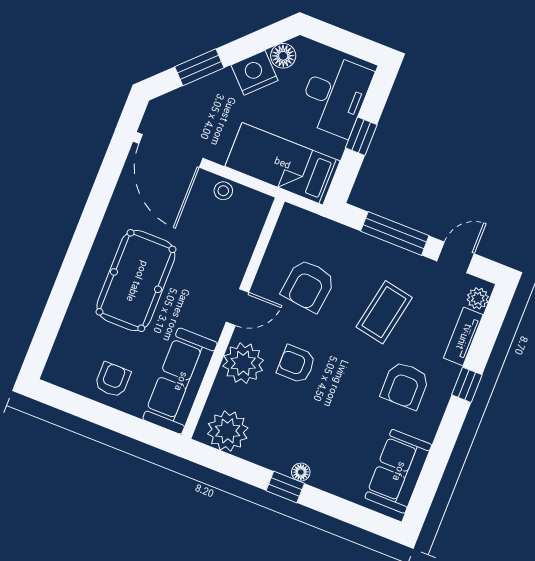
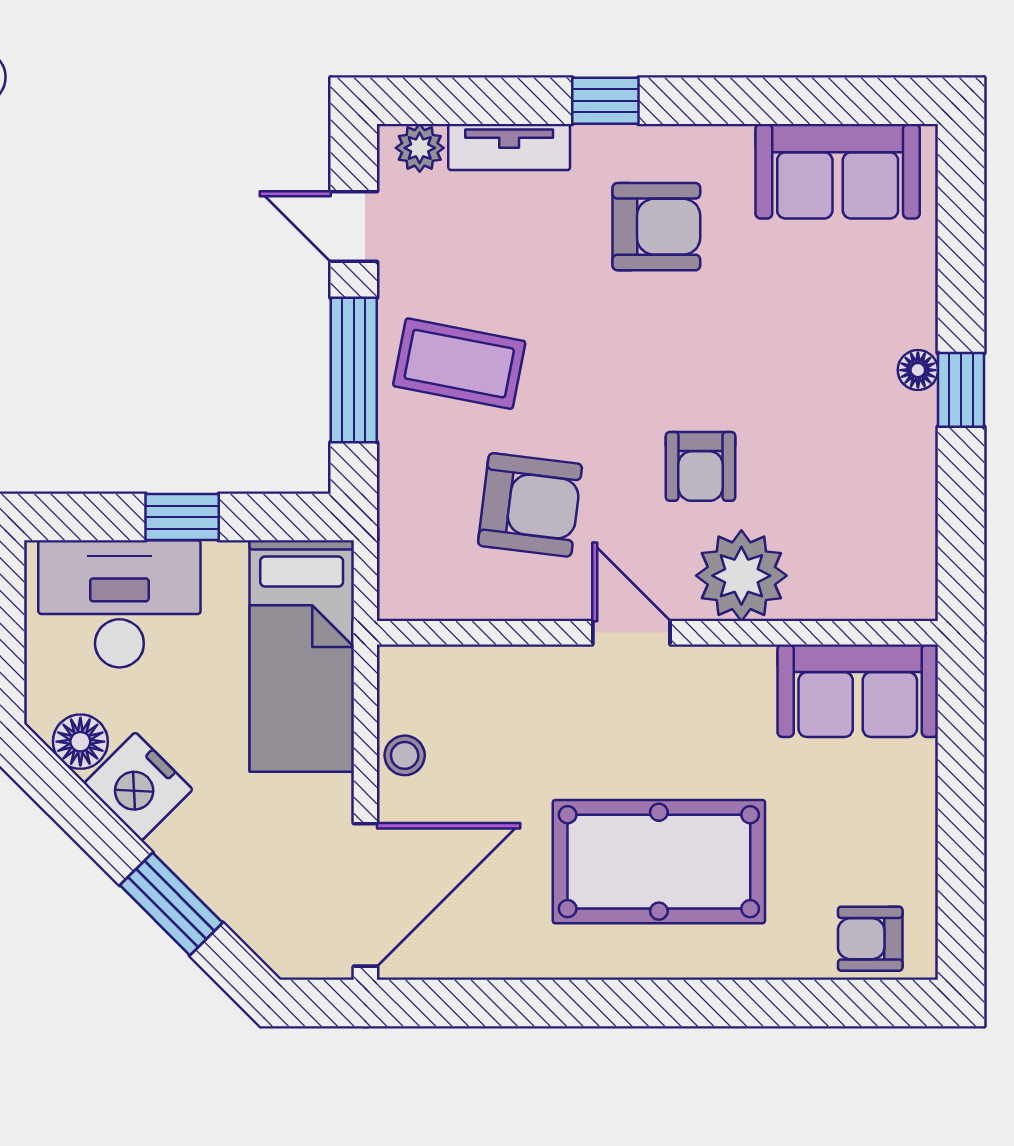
coffee table: (384, 312) -> (459, 364), moved
armchair: (113, 380) -> (870, 939), moved
sofa: (180, 381) -> (858, 691), width x0.73
plant: (228, 431) -> (893, 553), removed

